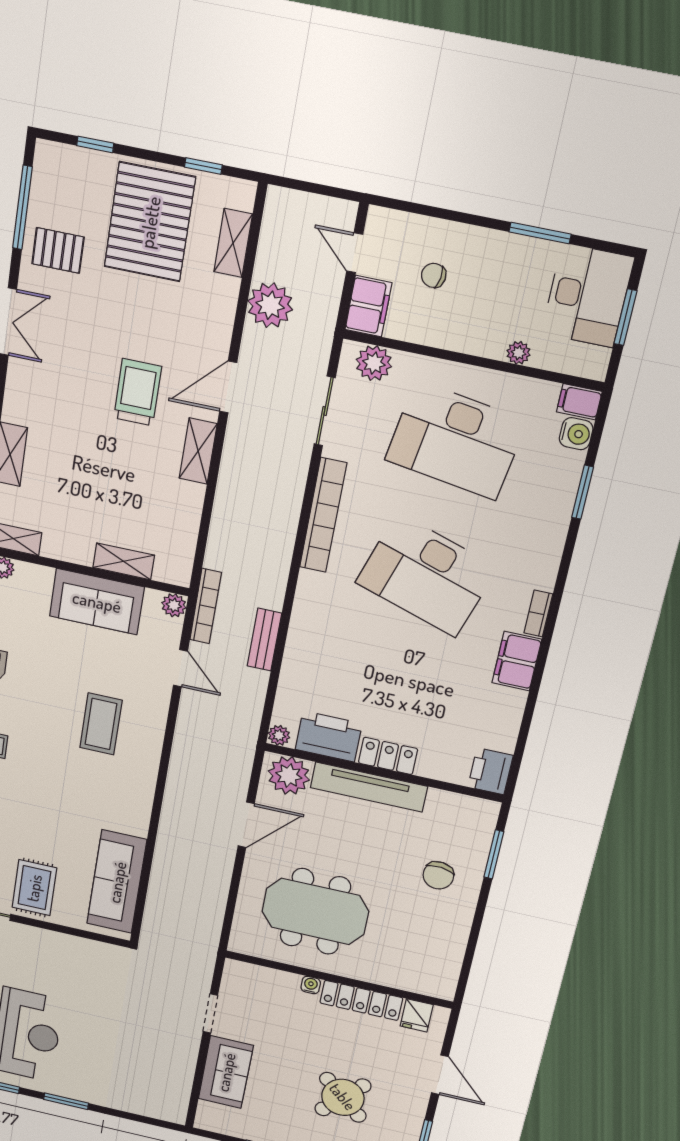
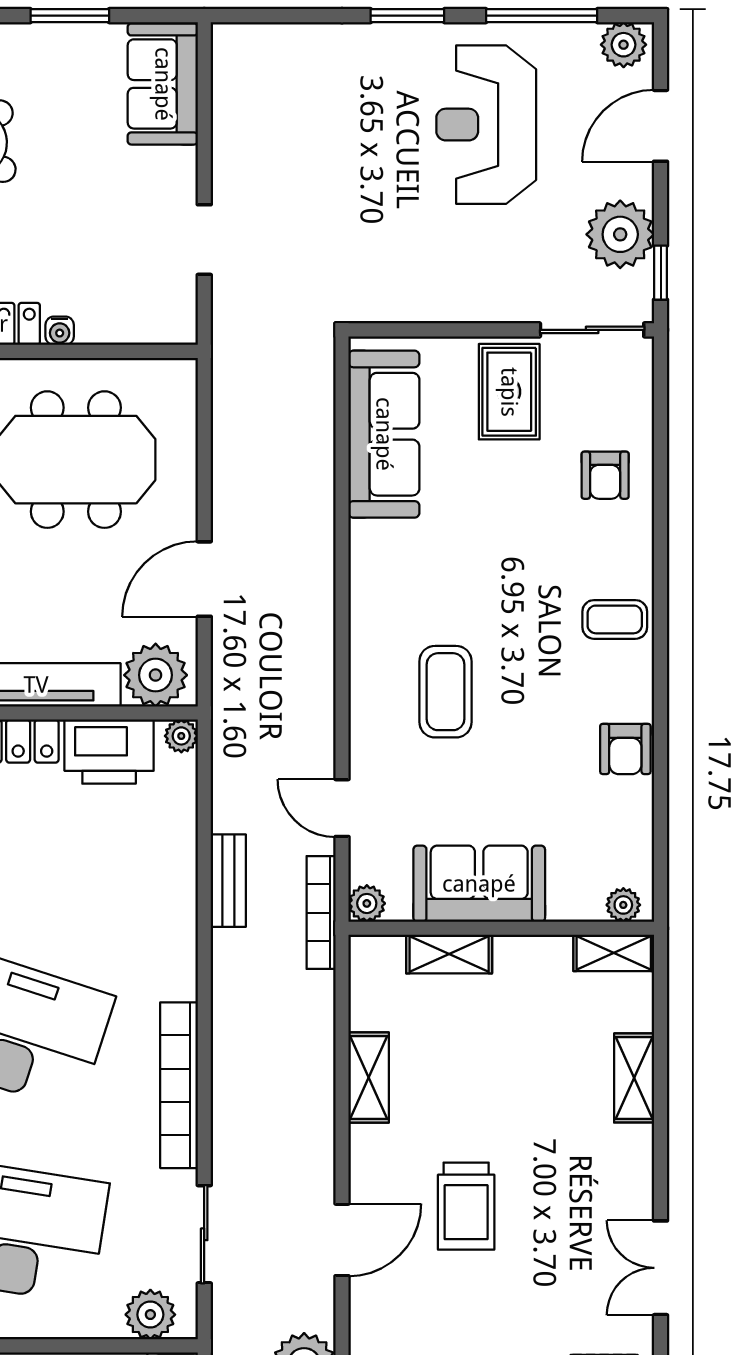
shelving: (198, 451) -> (369, 1078), moved
sofa: (226, 1072) -> (163, 84), moved

